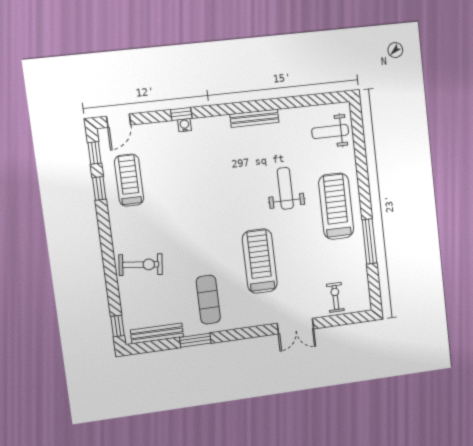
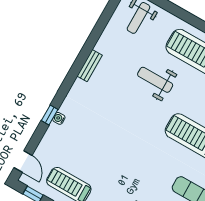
bench: (254, 118) -> (90, 66), width x0.73

